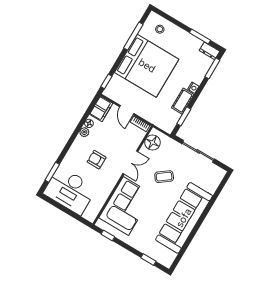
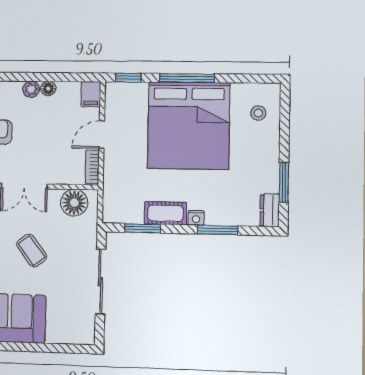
window: (133, 36) -> (187, 78), moved
window: (212, 68) -> (218, 230), moved
filing cabinet: (101, 109) -> (91, 94), width x0.50

